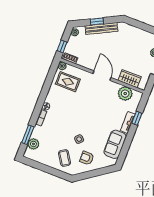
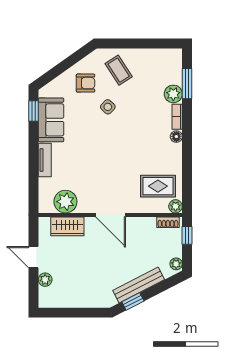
window: (97, 21) -> (133, 301), moved
window: (137, 118) -> (34, 111), moved
plant: (33, 144) -> (173, 94), moved

